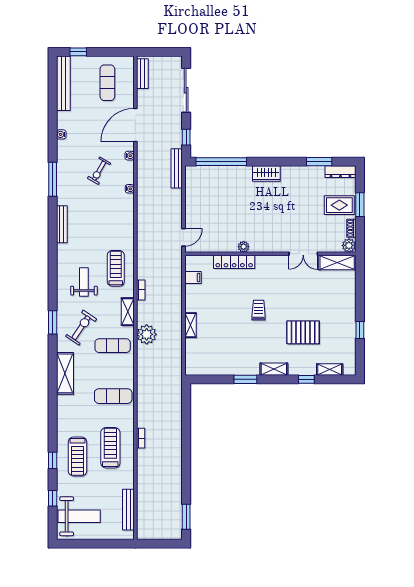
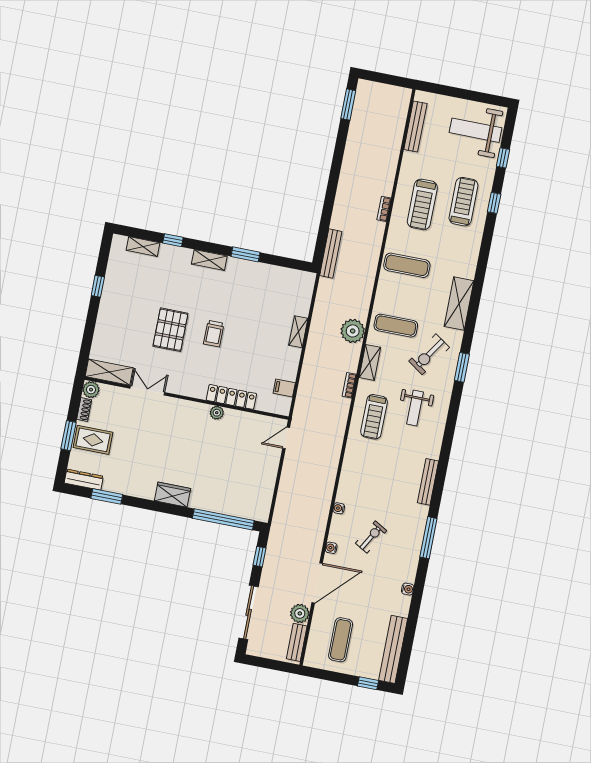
plant: (145, 98) -> (300, 613), added
bench: (177, 168) -> (331, 254), moved
pallet: (303, 332) -> (170, 330), moved, turned 90

